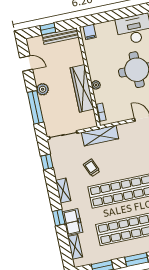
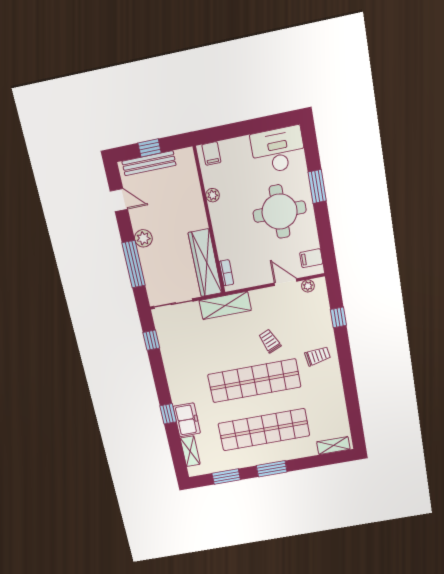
bench: (60, 36) -> (149, 163), moved
plant: (96, 85) -> (213, 195), moved
wardrobe: (82, 88) -> (205, 263), moved
trolley: (92, 168) -> (270, 341), moved
shelving: (63, 191) -> (174, 379), removed

